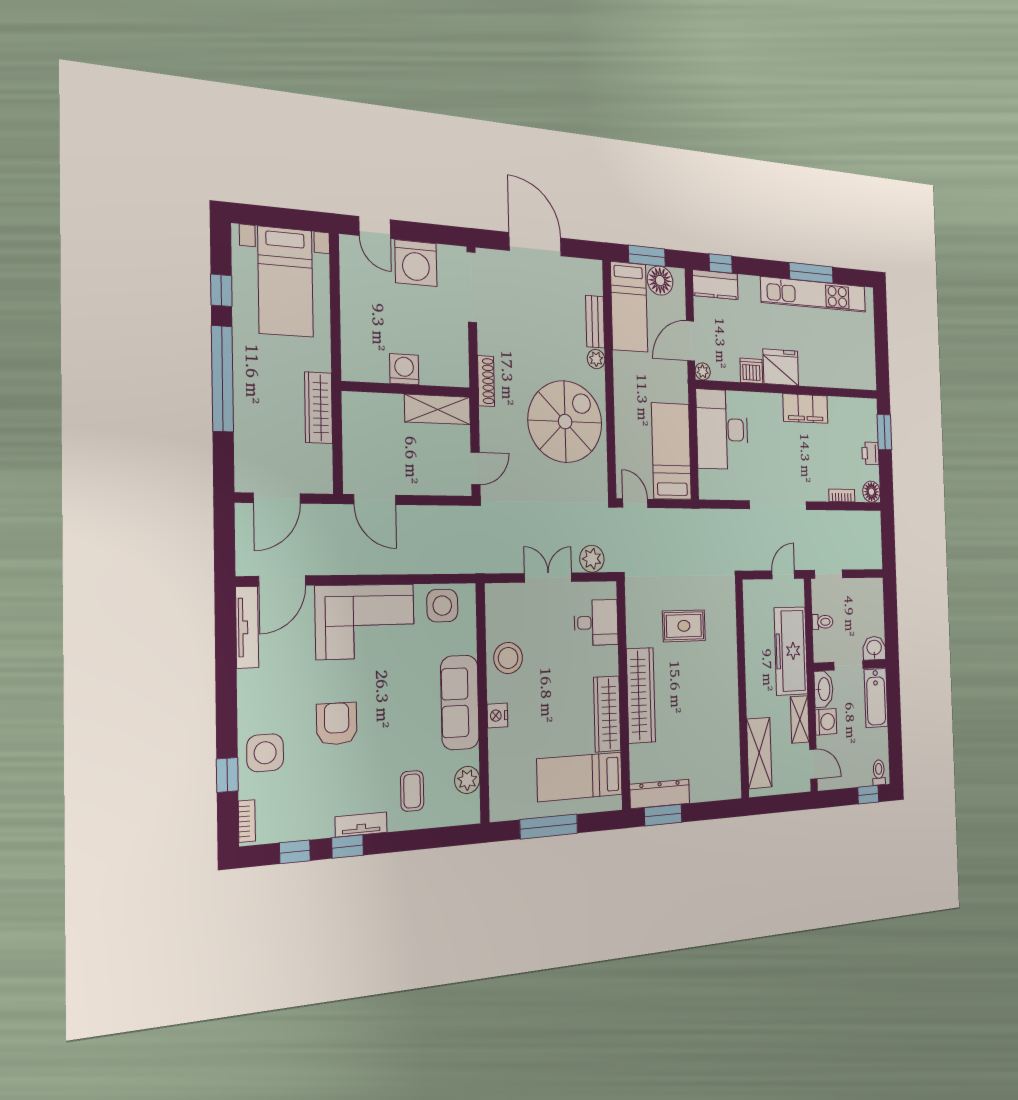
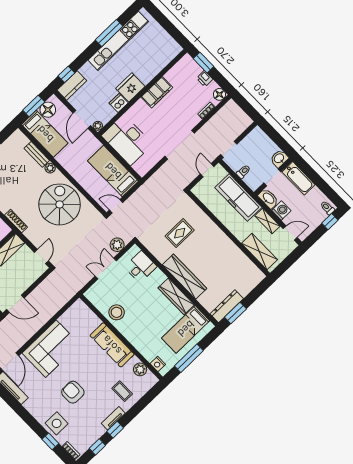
side table: (442, 606) -> (74, 317), removed
nightstand: (497, 716) -> (158, 364), moved

